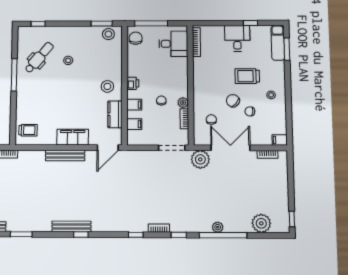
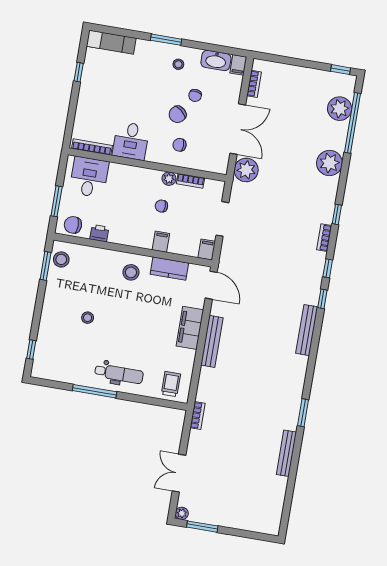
window: (151, 23) -> (57, 201), width x0.69
desk: (237, 38) -> (131, 141), moved, turned -90
window: (287, 49) -> (166, 40), moved
dental chair: (39, 57) -> (119, 374), moved, turned 140
trolley: (247, 76) -> (148, 90), removed
printer: (133, 83) -> (99, 233), moved
chair: (211, 120) -> (180, 145), moved
washbasin: (280, 122) -> (216, 60), added
filing cabinet: (134, 124) -> (207, 250), moved
doorway: (172, 148) -> (222, 219), moved
double door: (230, 148) -> (238, 129), swing flipped
bench: (72, 226) -> (307, 330), moved
plant: (218, 227) -> (329, 163), width x1.87, depth x1.87
window: (81, 235) -> (322, 299), moved
window: (223, 235) -> (353, 123), moved

